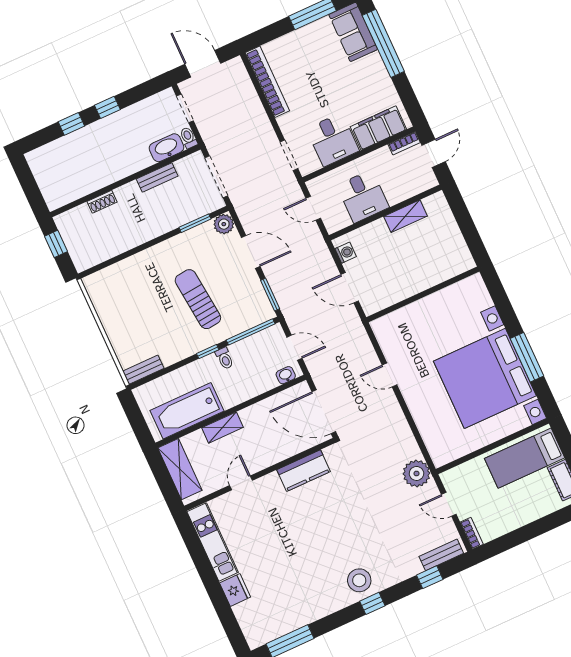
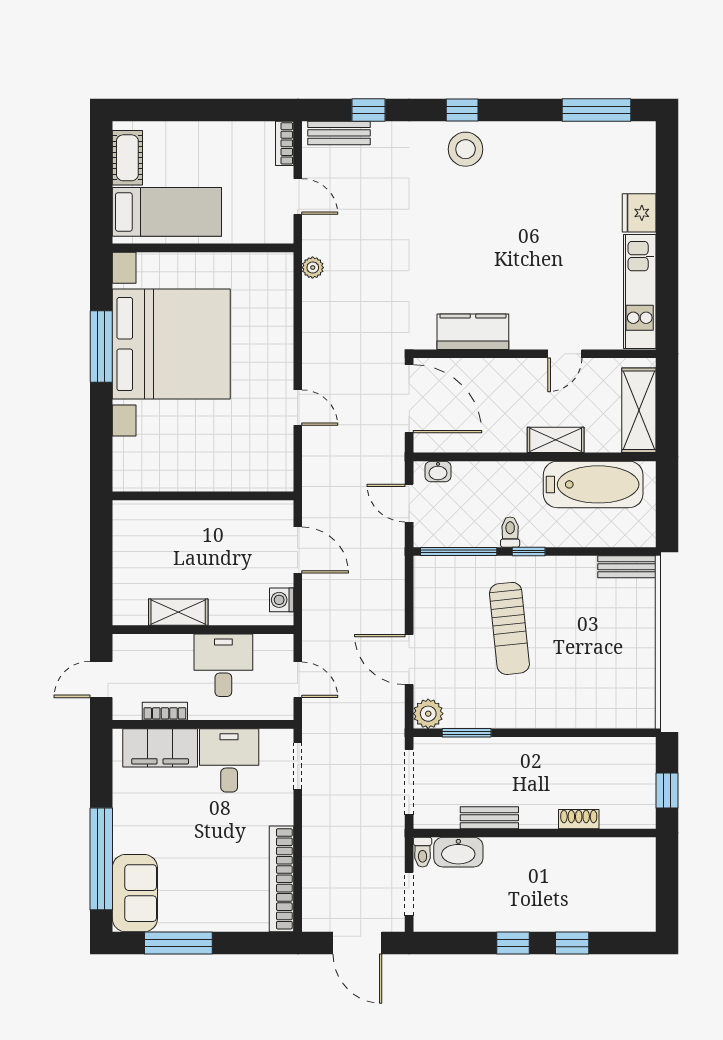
bookcase: (404, 143) -> (165, 711), moved
window: (270, 295) -> (409, 590), removed
plant: (417, 473) -> (313, 268), width x0.53, depth x0.53

